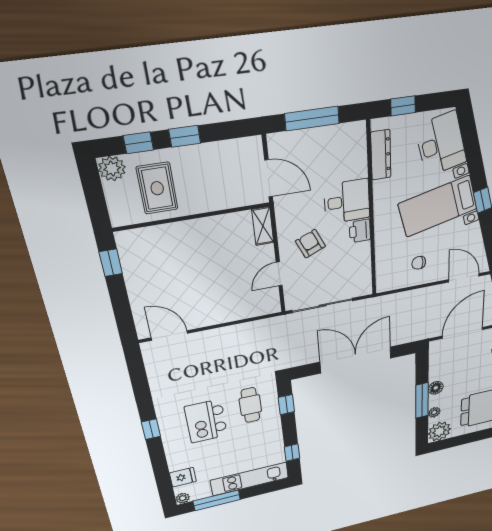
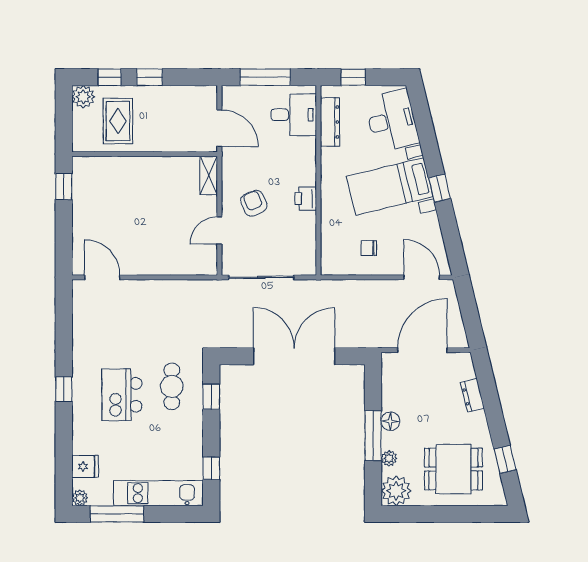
desk: (347, 201) -> (294, 115), moved

